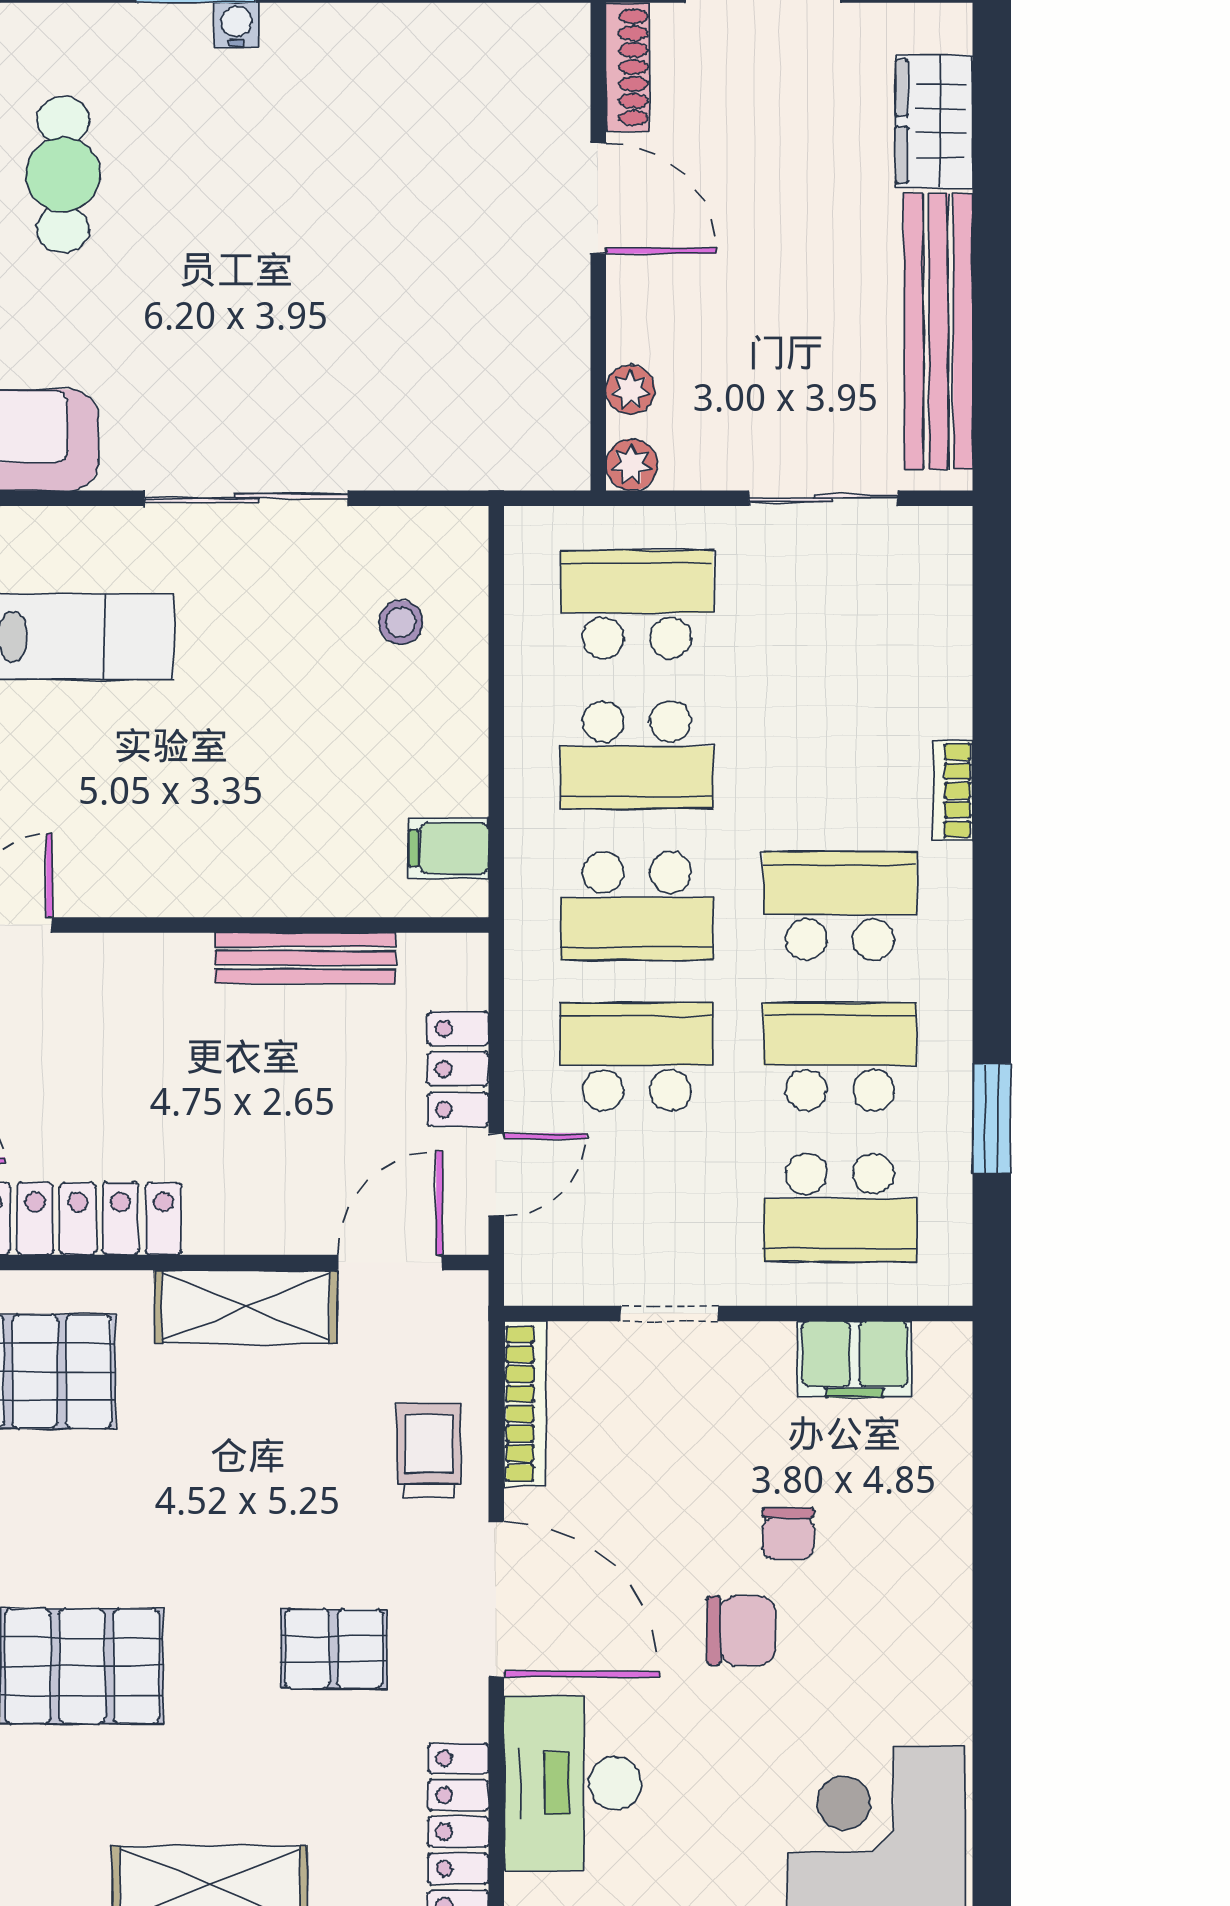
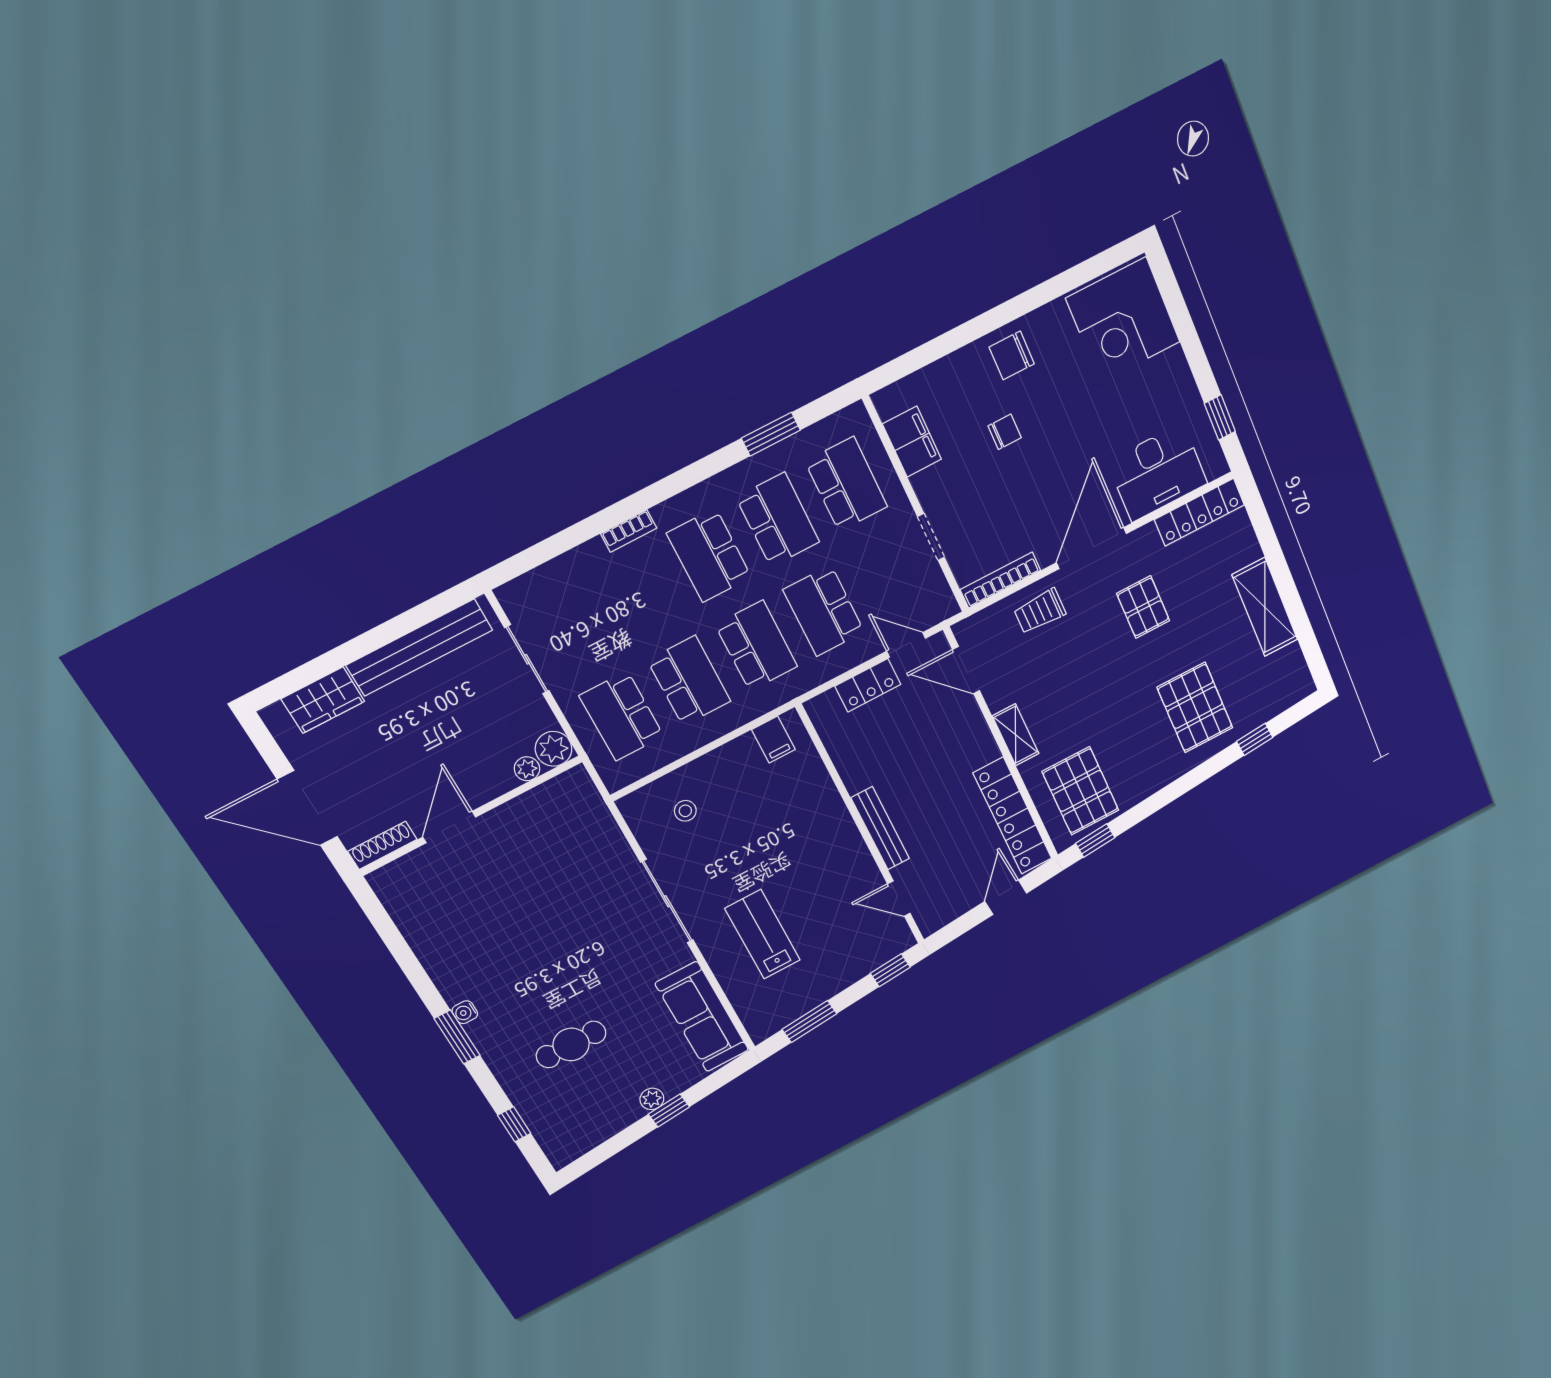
plant: (632, 465) -> (553, 749), width x1.38, depth x1.38
bench: (305, 958) -> (880, 828), moved
school desk: (840, 1057) -> (778, 520), turned 180
shelving: (246, 1307) -> (1016, 735), width x0.67, depth x0.75
chair: (741, 1630) -> (1012, 355), moved, turned -90

